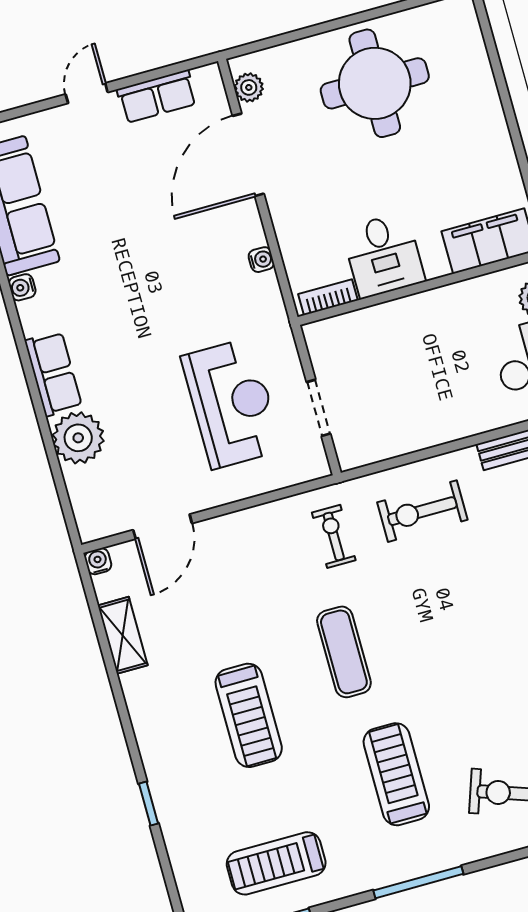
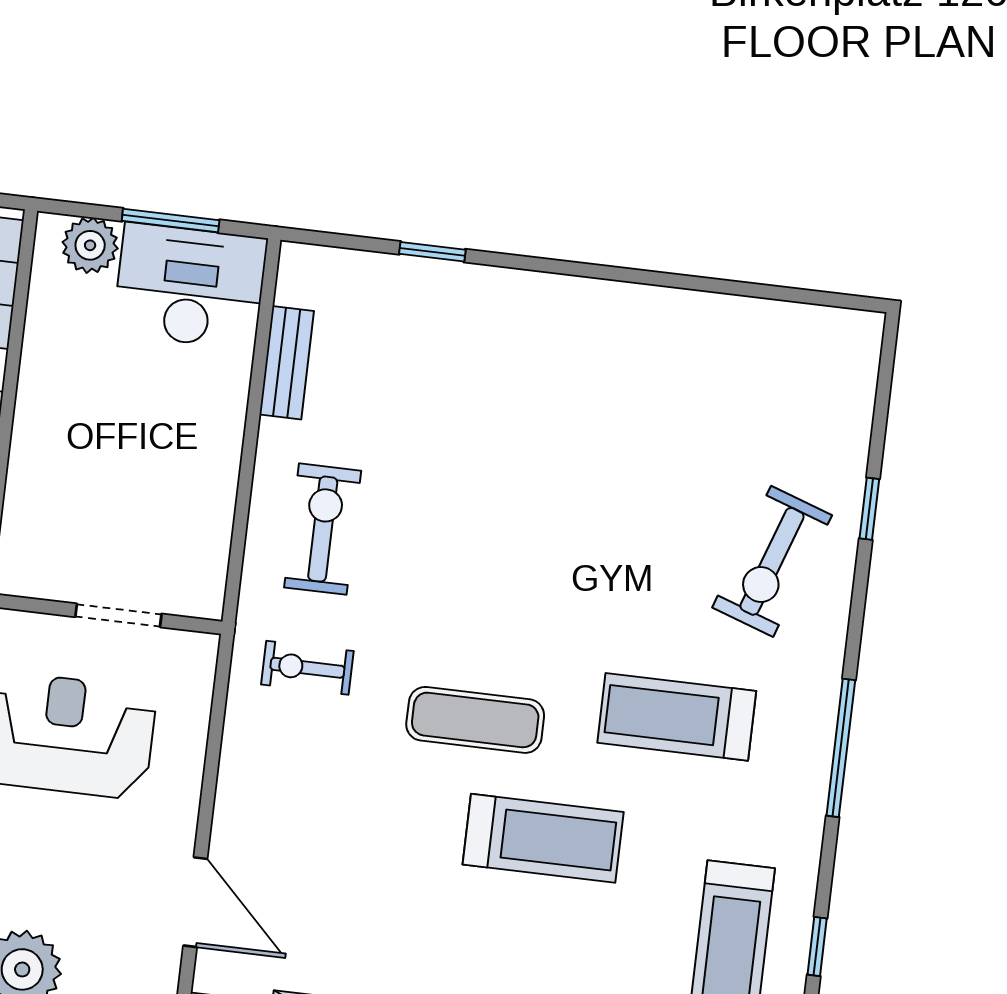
exercise bike: (422, 511) -> (323, 529), turned 180
treadmill: (249, 715) -> (543, 838), moved

